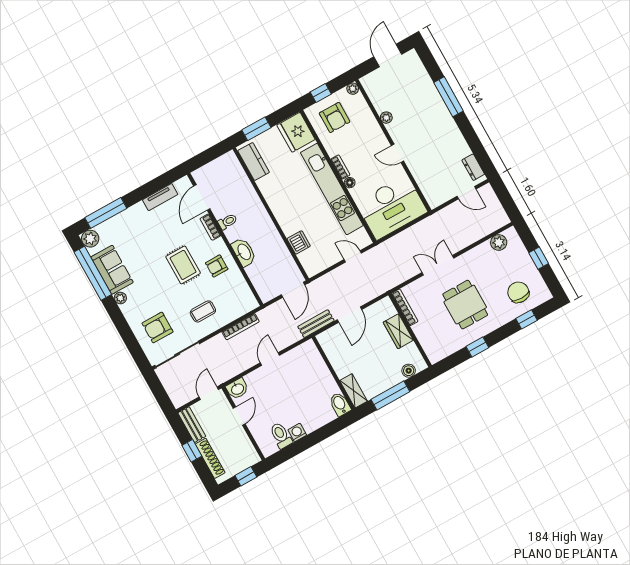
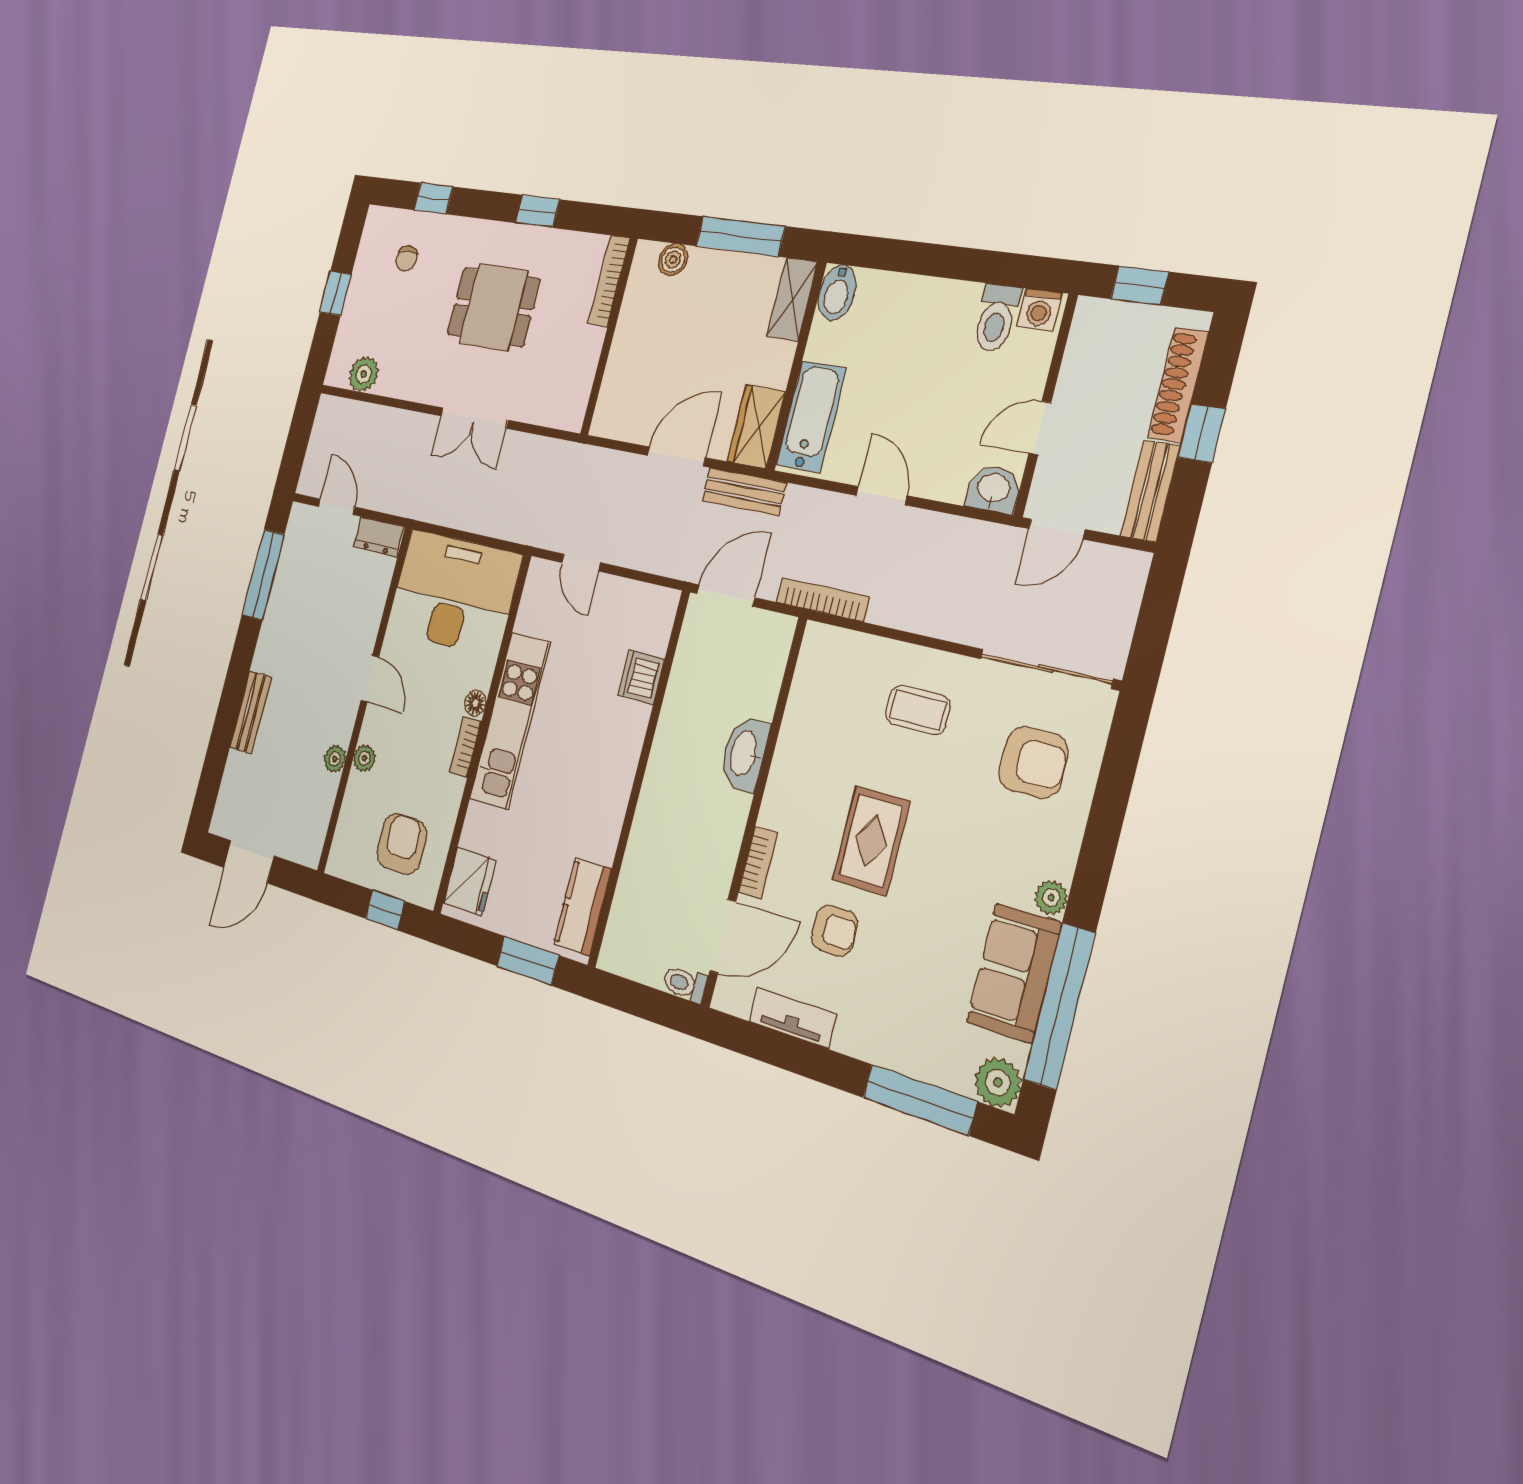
plant: (353, 89) -> (364, 758), moved
window: (448, 97) -> (263, 575), moved
bench: (436, 100) -> (251, 712), added
fridge: (296, 132) -> (469, 881), width x0.73, depth x0.75
dresser: (473, 167) -> (379, 537), moved, turned 90
kitchen unit: (332, 189) -> (510, 721), width x0.73
toilet: (227, 222) -> (685, 984), moved
armchair: (217, 266) -> (834, 931), moved
chair: (518, 292) -> (407, 258), width x0.54, depth x0.54
dining table: (465, 305) -> (493, 307), turned 90
bookcase: (405, 307) -> (609, 281), moved
bookcase: (241, 327) -> (823, 599), moved
wardrobe: (398, 331) -> (756, 427), moved, turned 180
door: (270, 359) -> (881, 496), swing flipped
bathtub: (314, 363) -> (811, 417), added
washing machine: (297, 432) -> (1040, 309), moved

